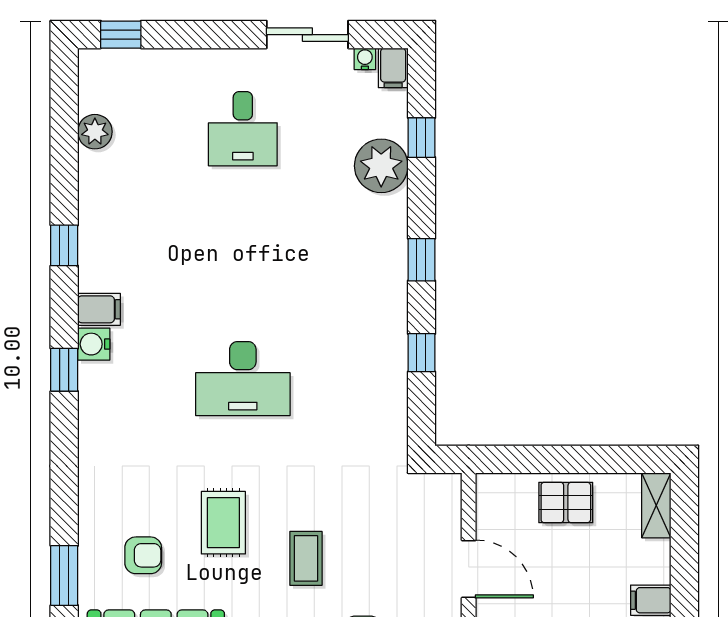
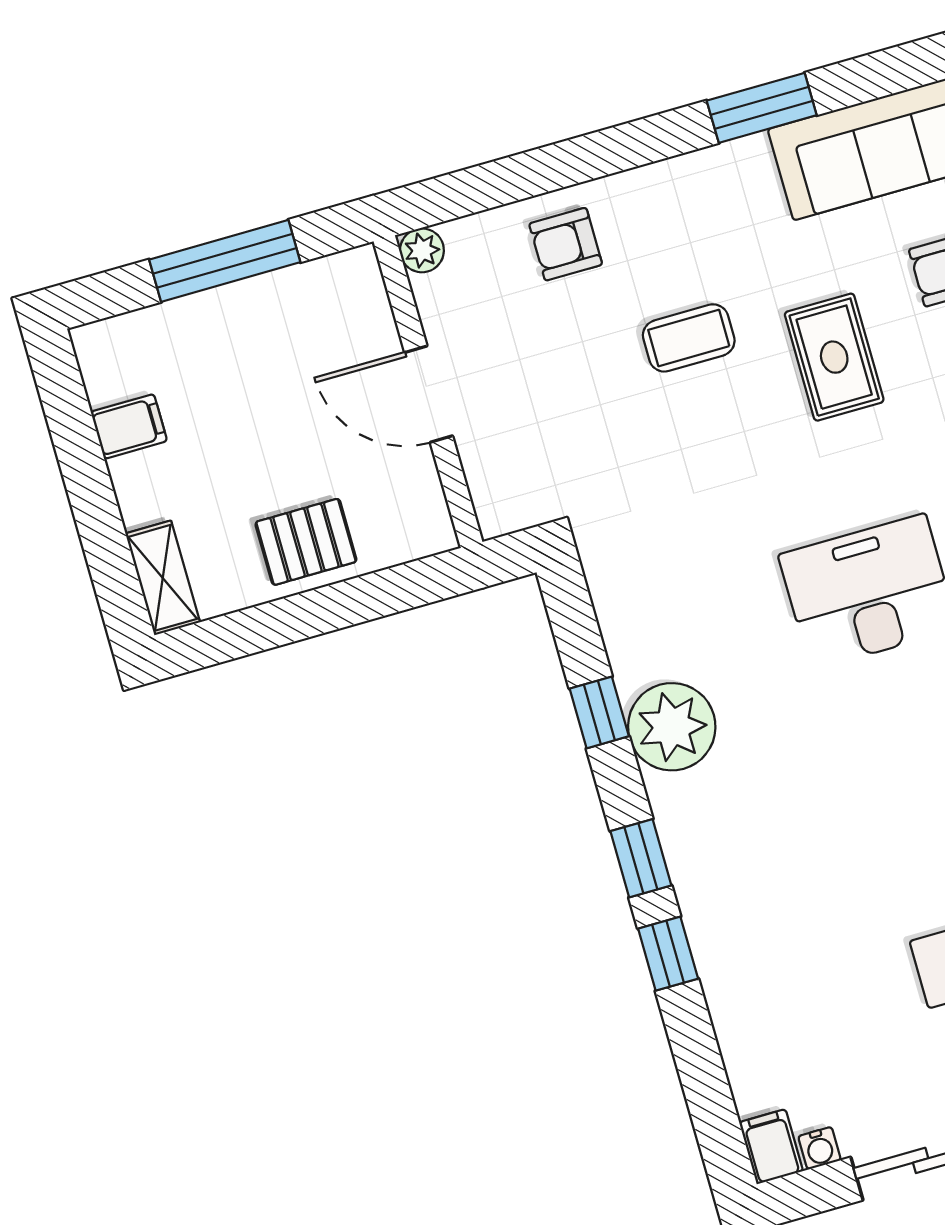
window: (421, 138) -> (668, 954), moved
plant: (381, 166) -> (672, 727), moved
coffee table: (306, 558) -> (689, 338), turned 90

